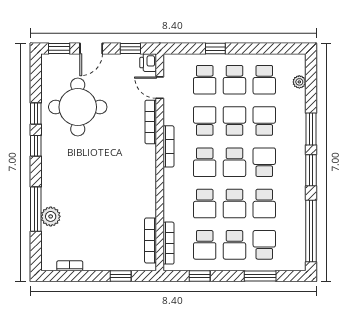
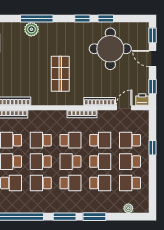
school desk: (205, 162) -> (71, 140), turned 180
shop shelf: (112, 177) -> (60, 74), added

